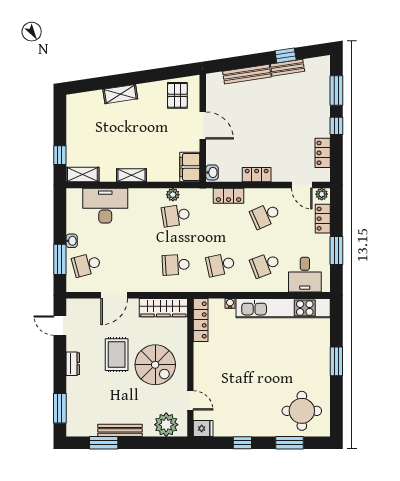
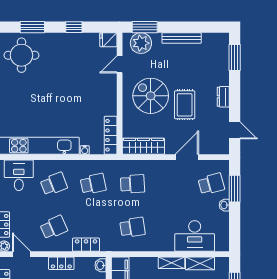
shelving: (82, 175) -> (200, 263), moved
plant: (173, 195) -> (135, 246), removed
door: (190, 400) -> (120, 64), hinge flipped
window: (104, 443) -> (145, 27), moved

